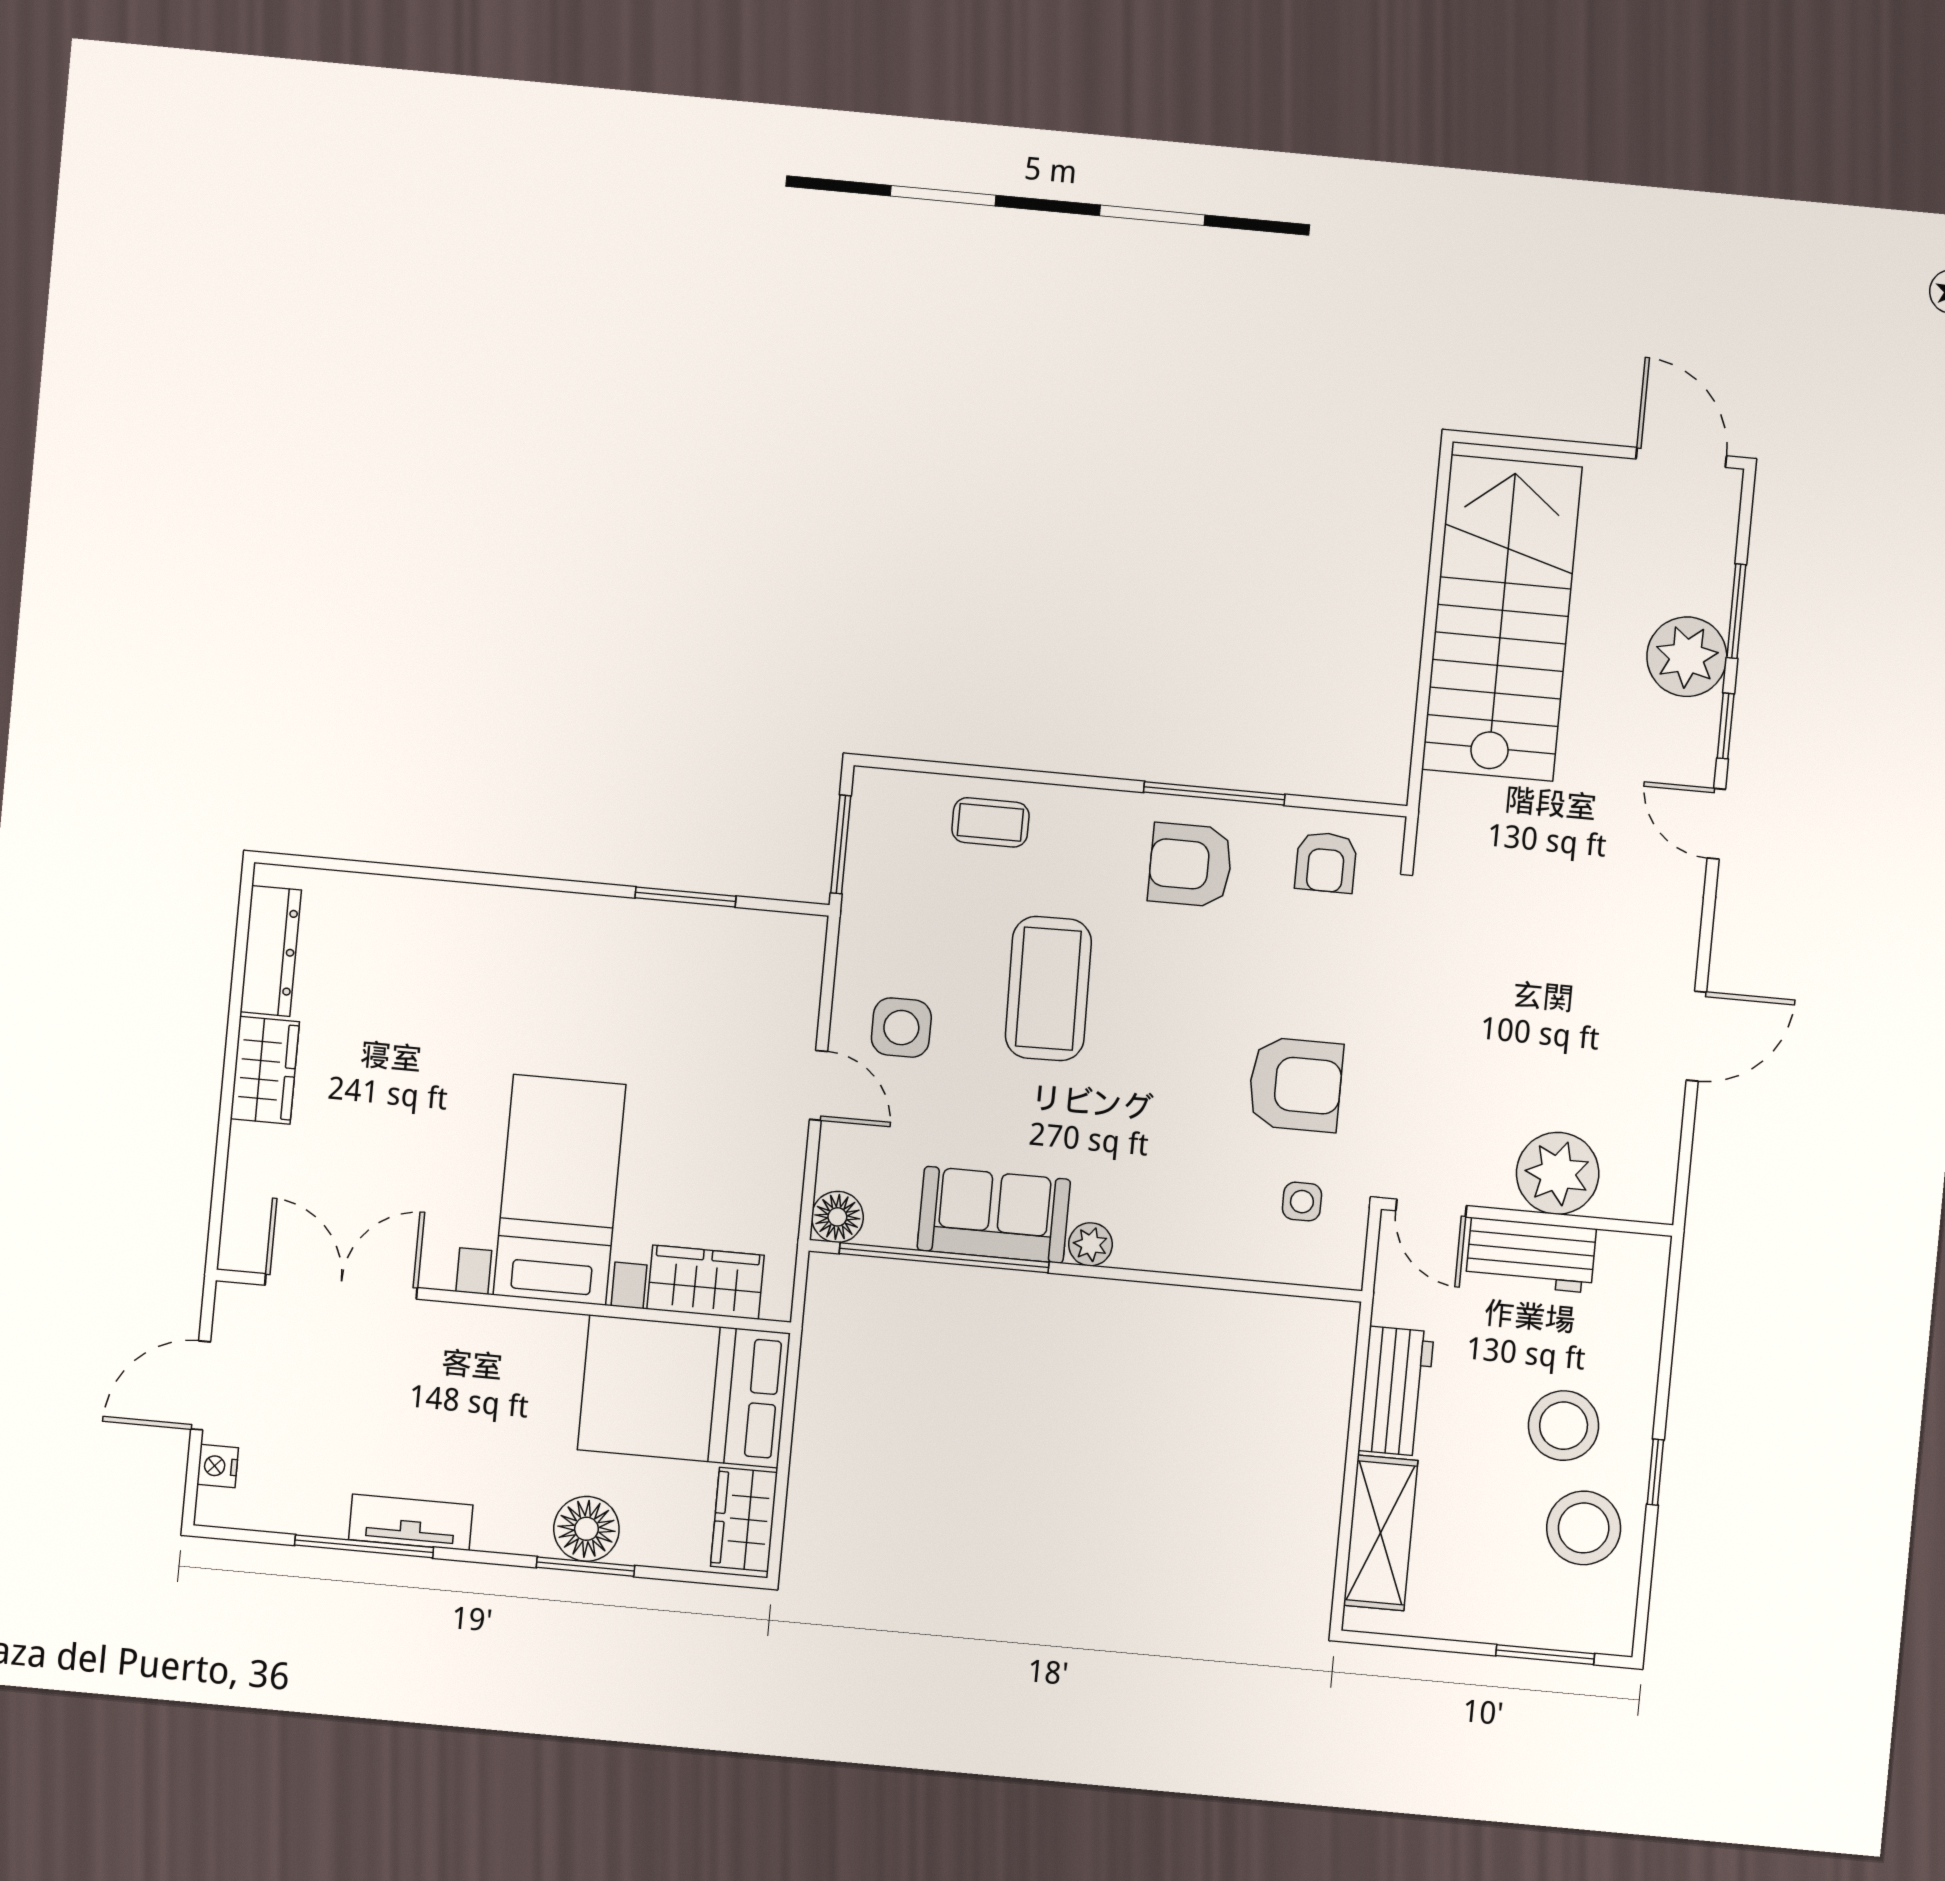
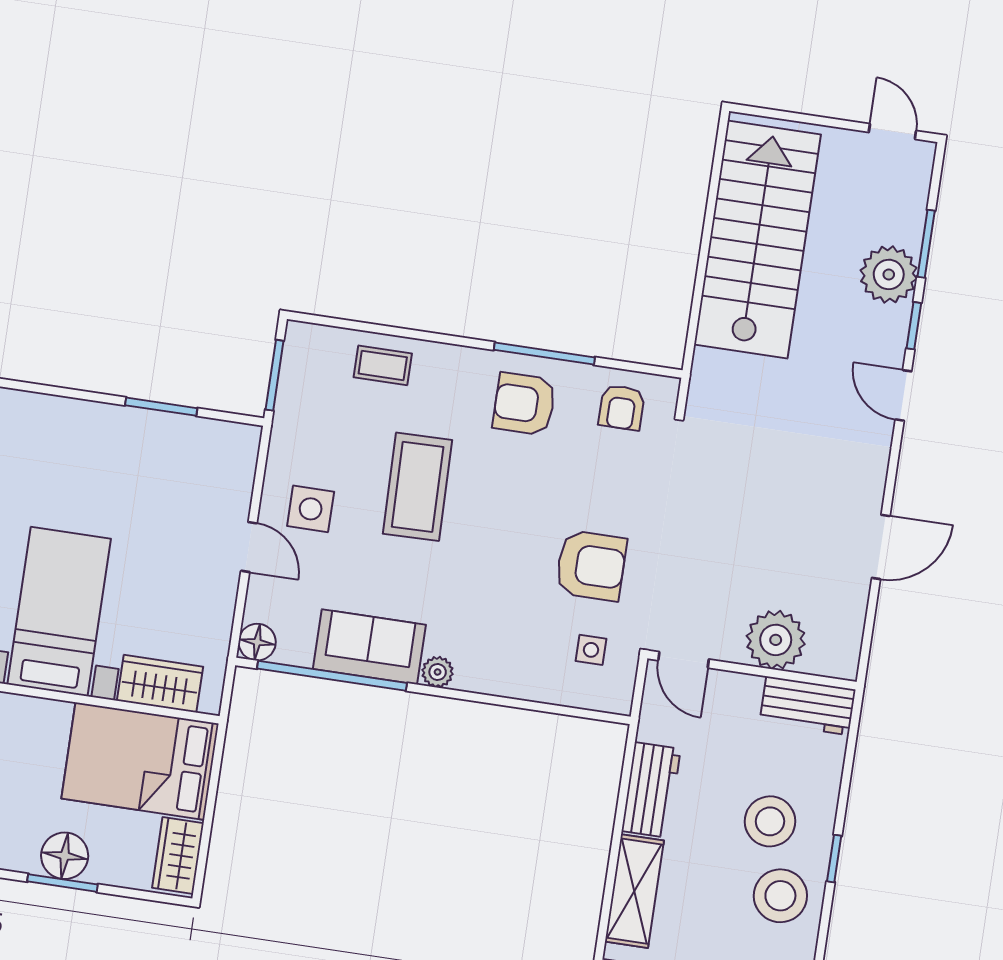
door: (1681, 457) -> (892, 131), width x0.73
workbench: (1531, 1255) -> (808, 706), moved

